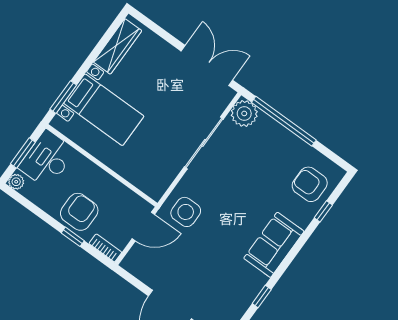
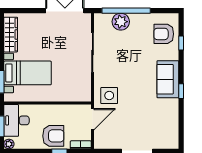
plant: (244, 113) -> (121, 22), moved
armchair: (79, 212) -> (53, 136), turned 90
window: (262, 297) -> (181, 91), moved

